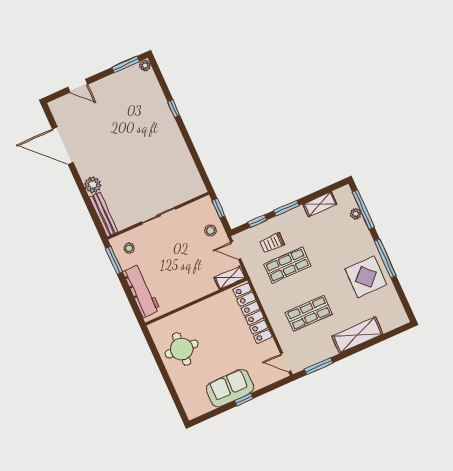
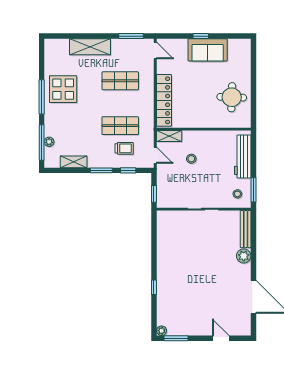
stool: (210, 231) -> (191, 159), moved

